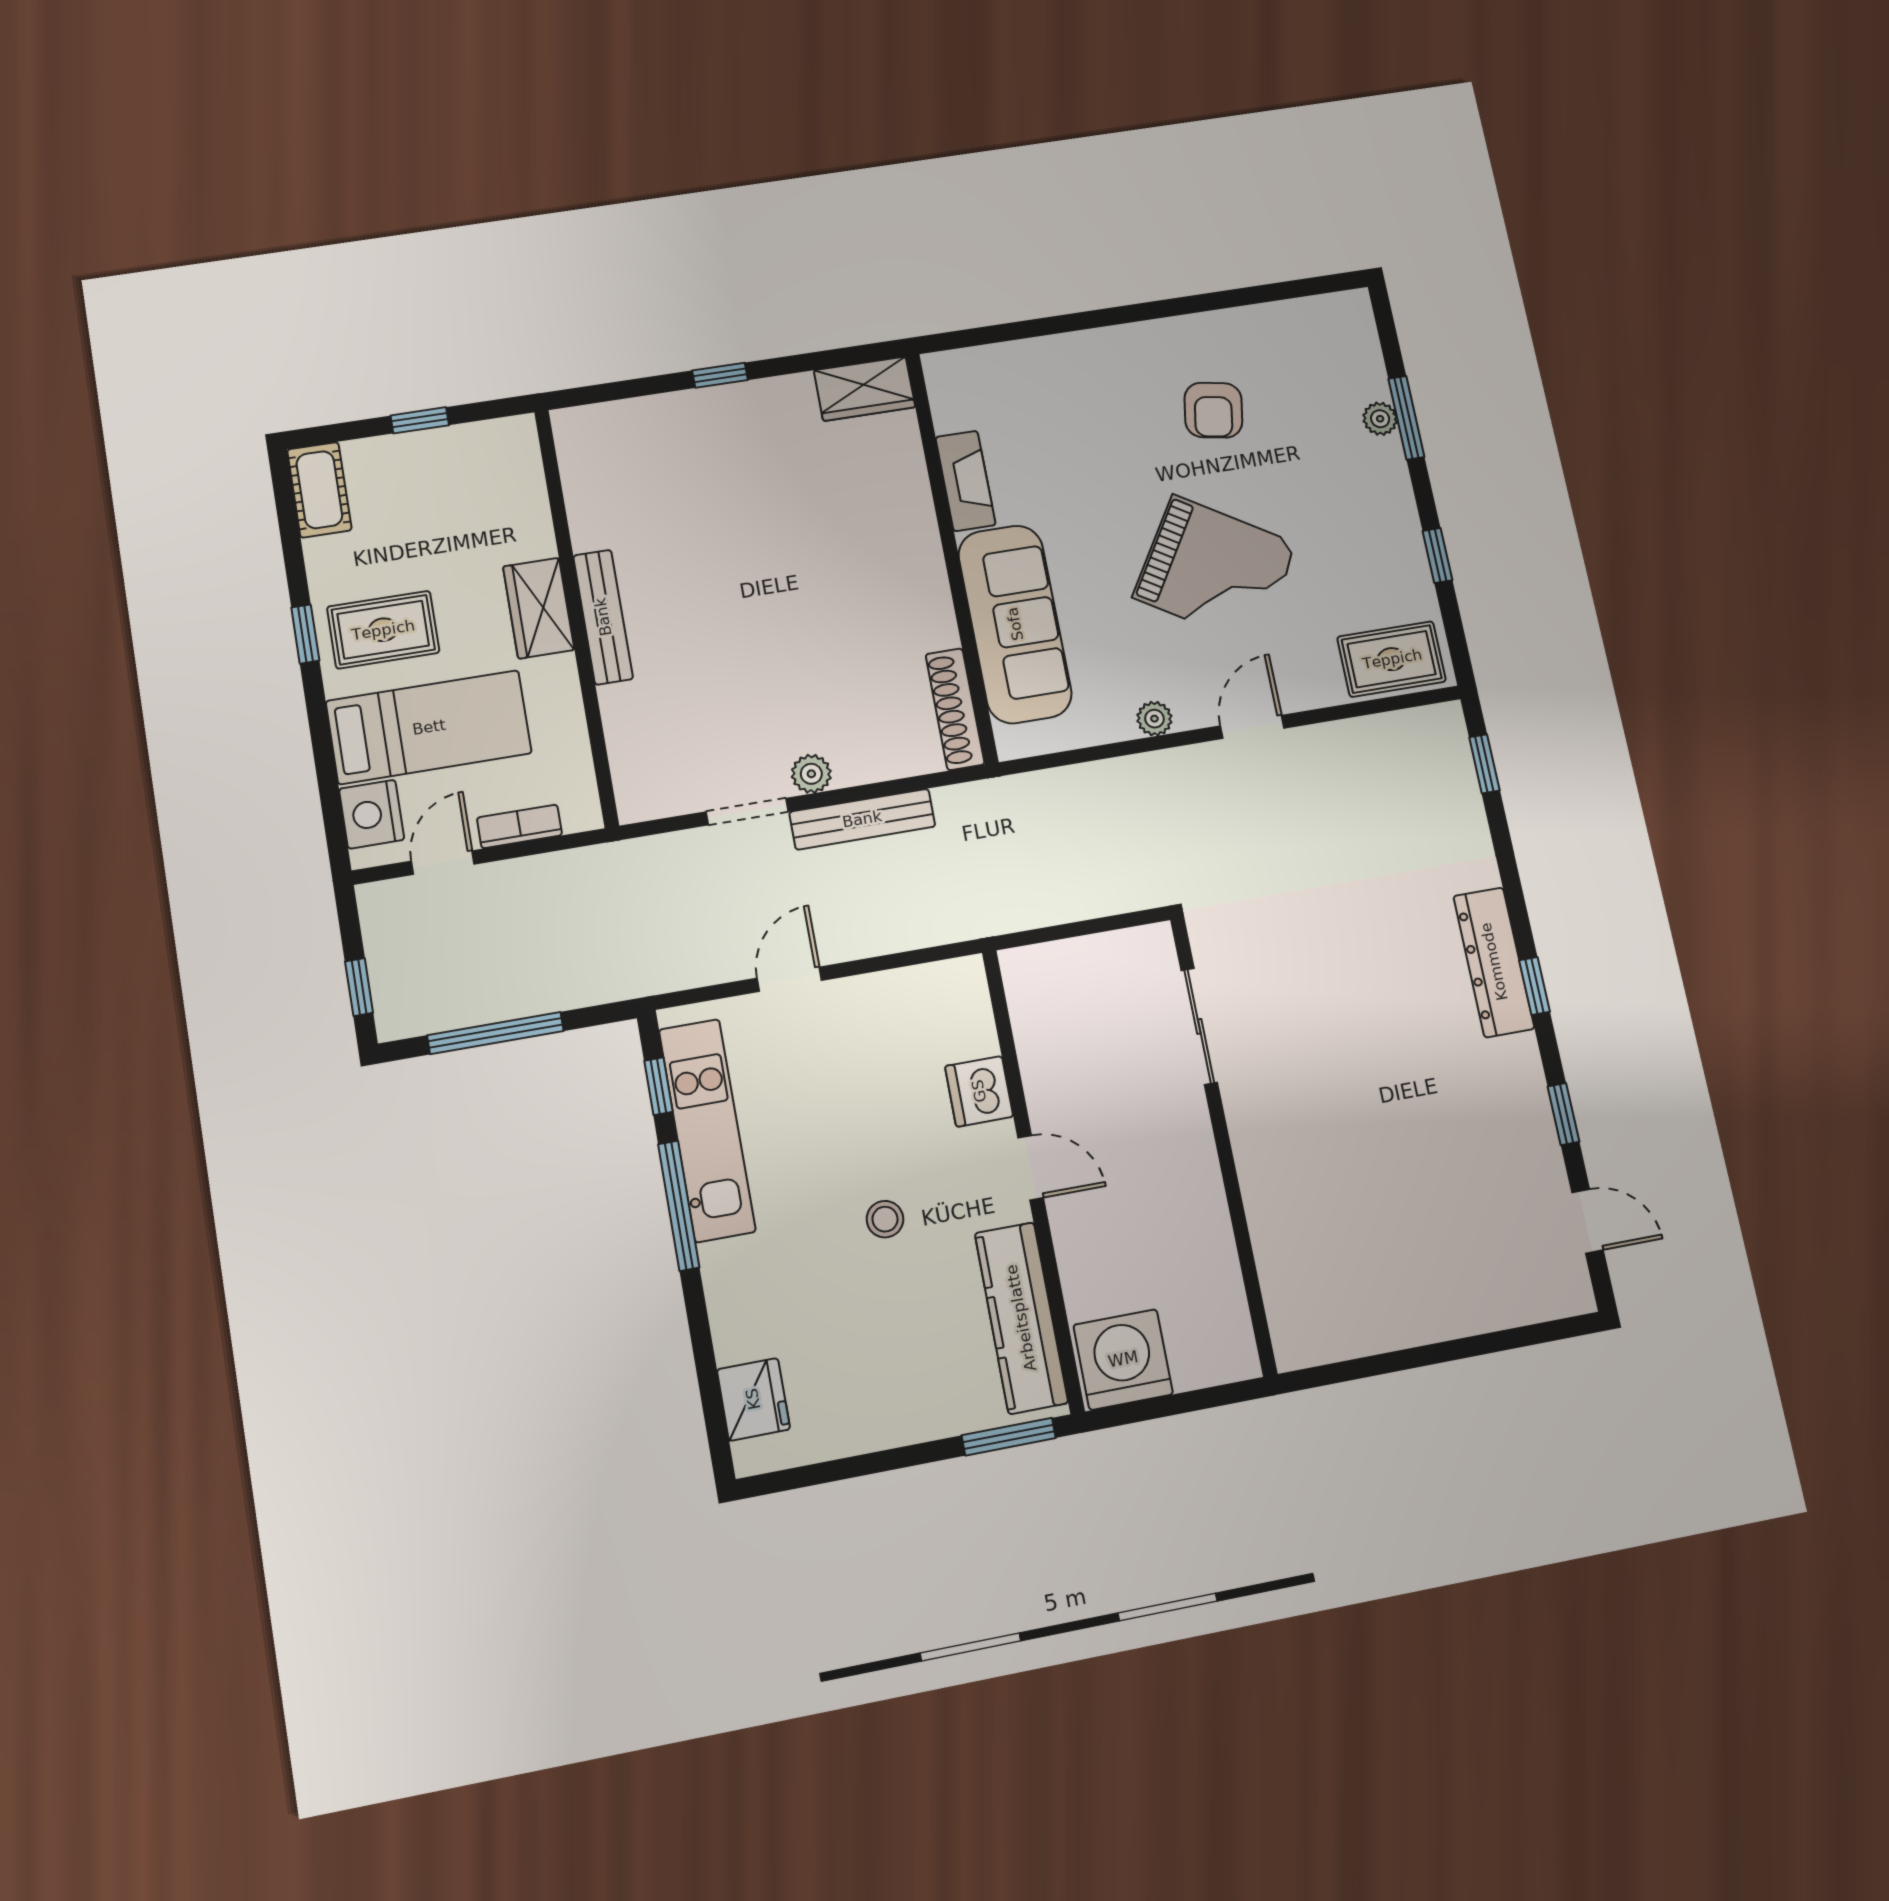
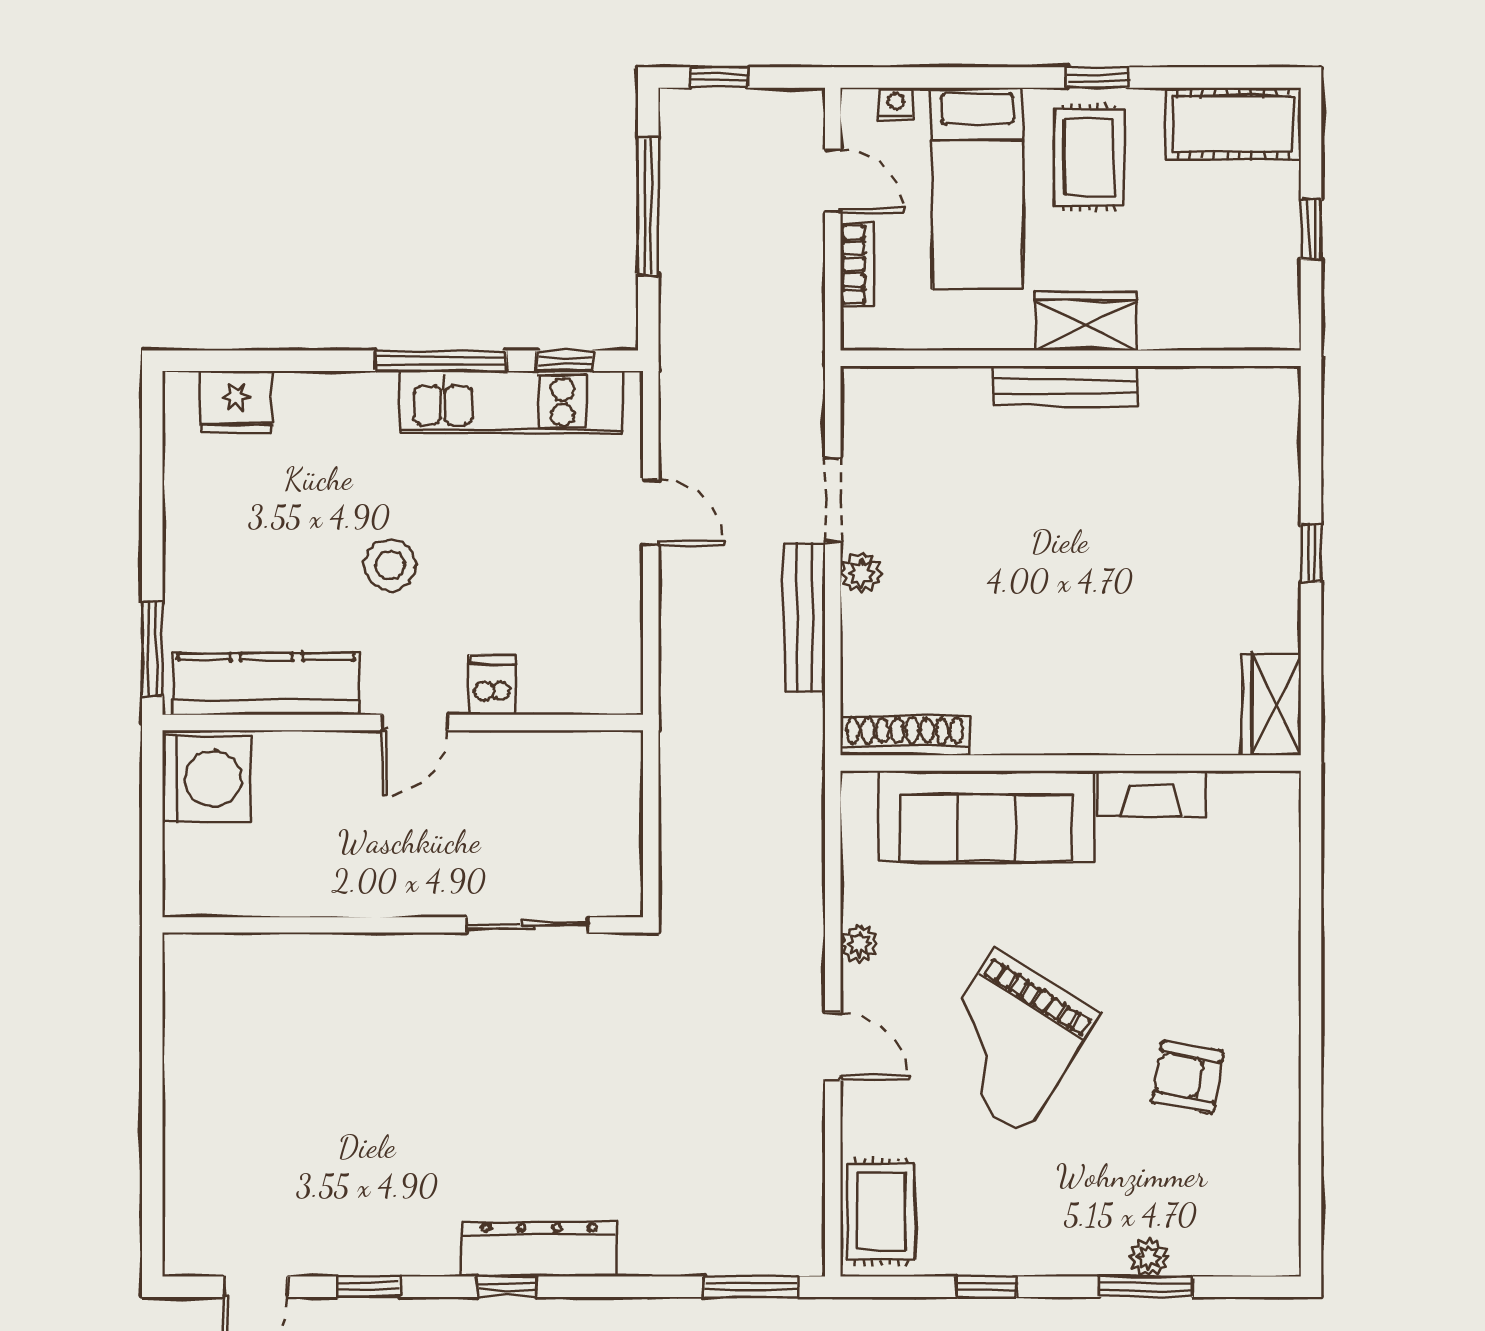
cot: (319, 490) -> (1233, 124), width x1.37, depth x1.34
window: (1484, 764) -> (751, 1287), width x1.50
nightstand: (372, 814) -> (896, 104), width x0.53, depth x0.56
dishwasher: (979, 1091) -> (493, 685), width x0.73
stool: (885, 1219) -> (390, 565), width x1.37, depth x1.37

